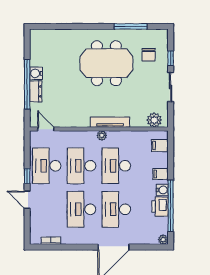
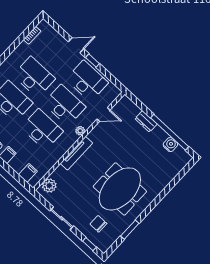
window: (131, 26) -> (130, 230), width x0.69
window: (171, 58) -> (89, 244), moved
water cooler: (36, 73) -> (170, 145), moved
window: (27, 84) -> (170, 132), moved
door: (46, 129) -> (104, 115), moved
plant: (102, 135) -> (80, 131), moved

